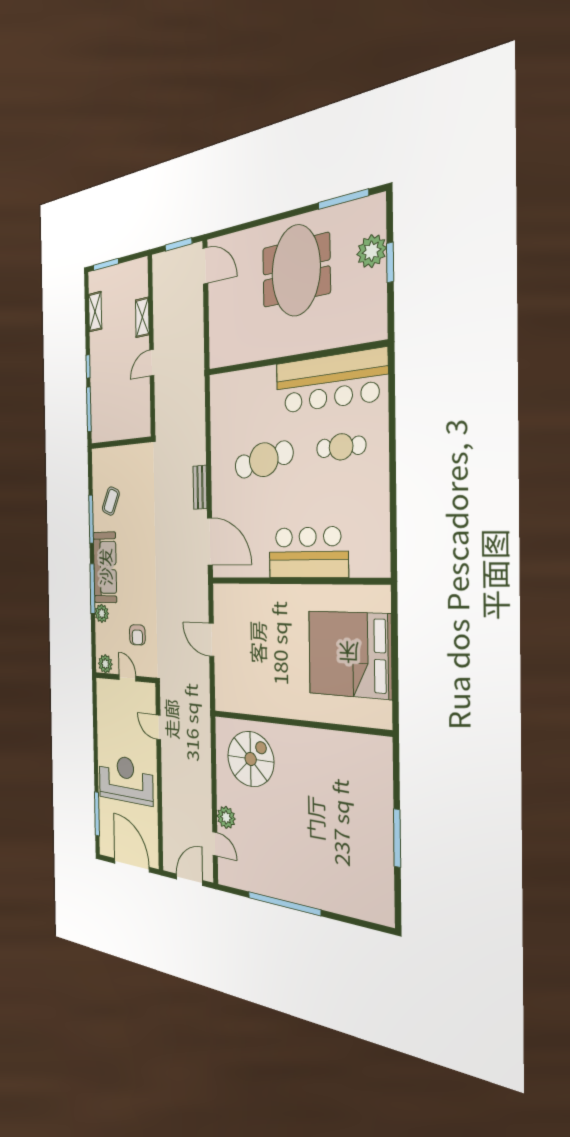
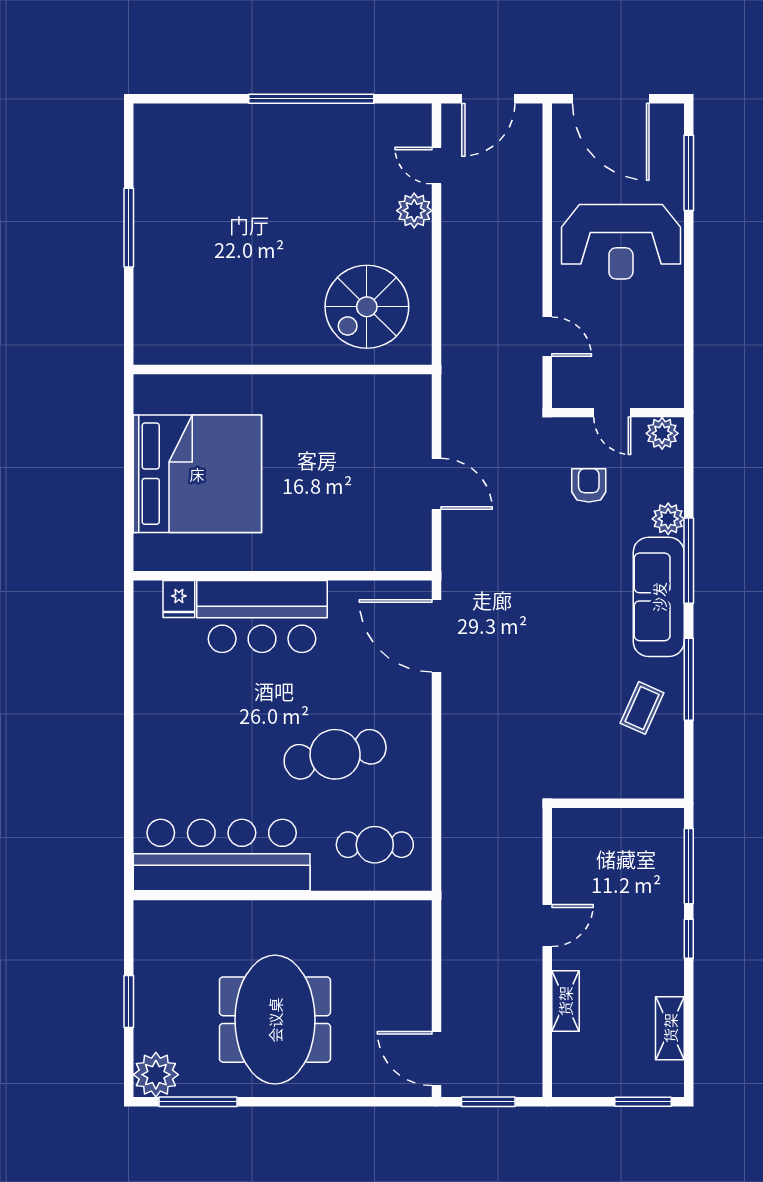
plant: (372, 251) -> (156, 1075), moved
cafe table: (341, 447) -> (375, 845), moved
bench: (200, 487) -> (454, 720), removed
fridge: (360, 564) -> (179, 599), added

